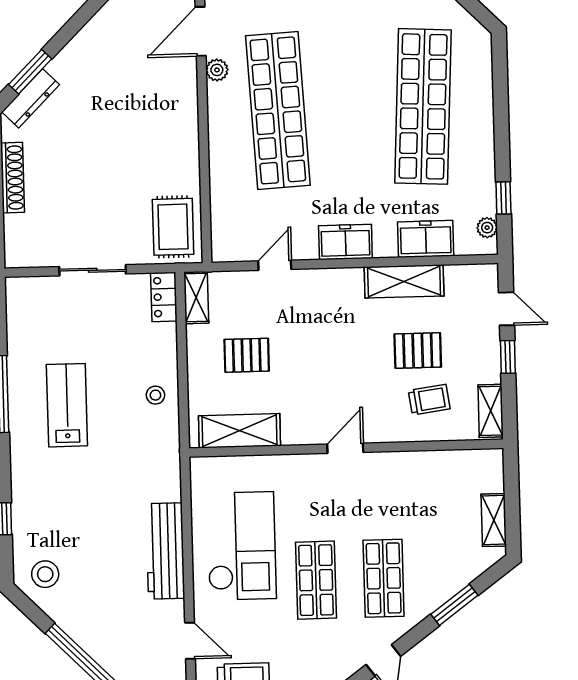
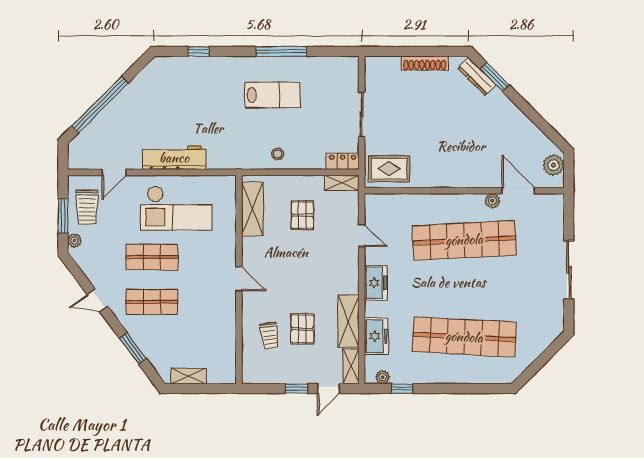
shelving: (491, 411) -> (351, 366), moved, turned 90
stool: (45, 574) -> (161, 77), removed

